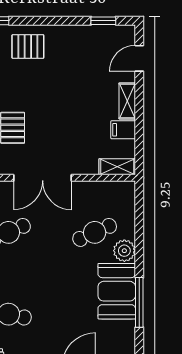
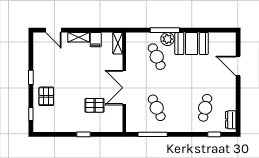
window: (103, 21) -> (31, 77), moved
double door: (43, 178) -> (124, 88), swing flipped
window: (139, 302) -> (165, 30), moved

